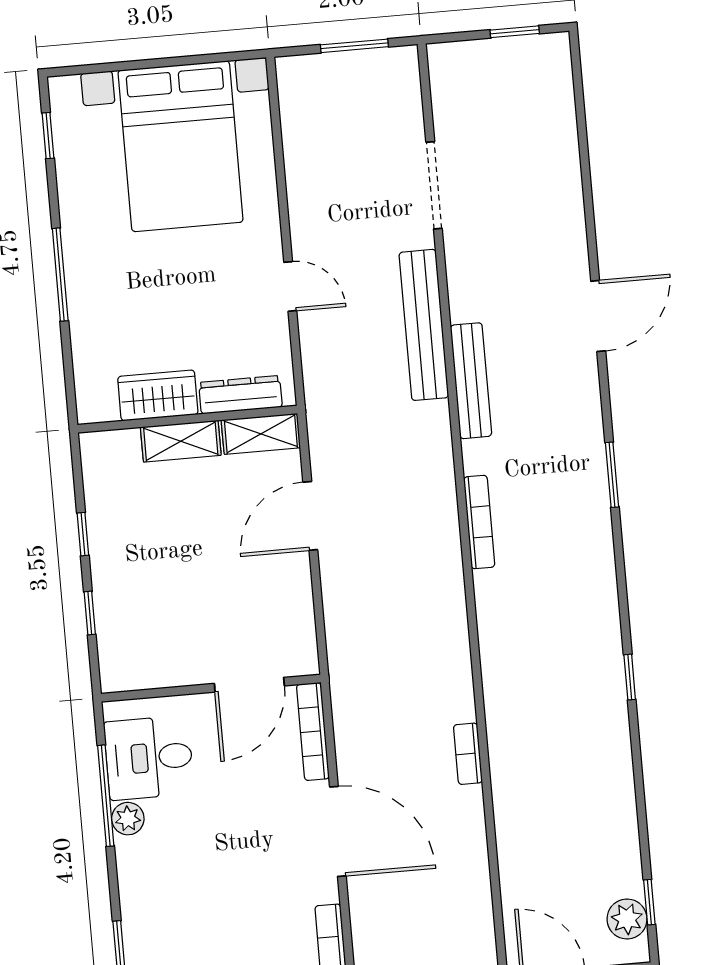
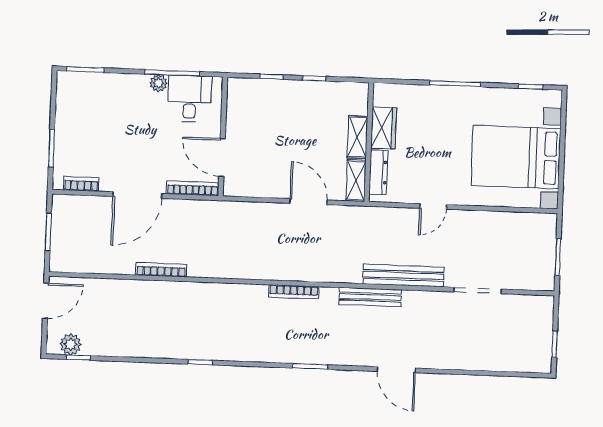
bookcase: (468, 754) -> (161, 270), width x1.56

